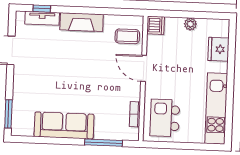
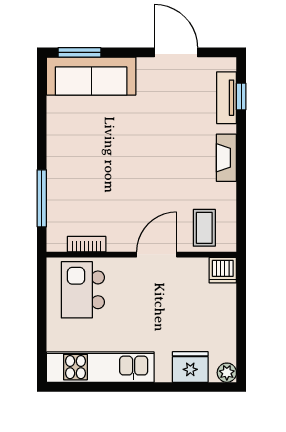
fireplace: (82, 22) -> (226, 158), width x0.73, depth x0.76
plant: (190, 24) -> (227, 373), moved
kitchen island: (165, 118) -> (83, 290), turned -90
sofa: (64, 125) -> (91, 76), moved, turned 90

